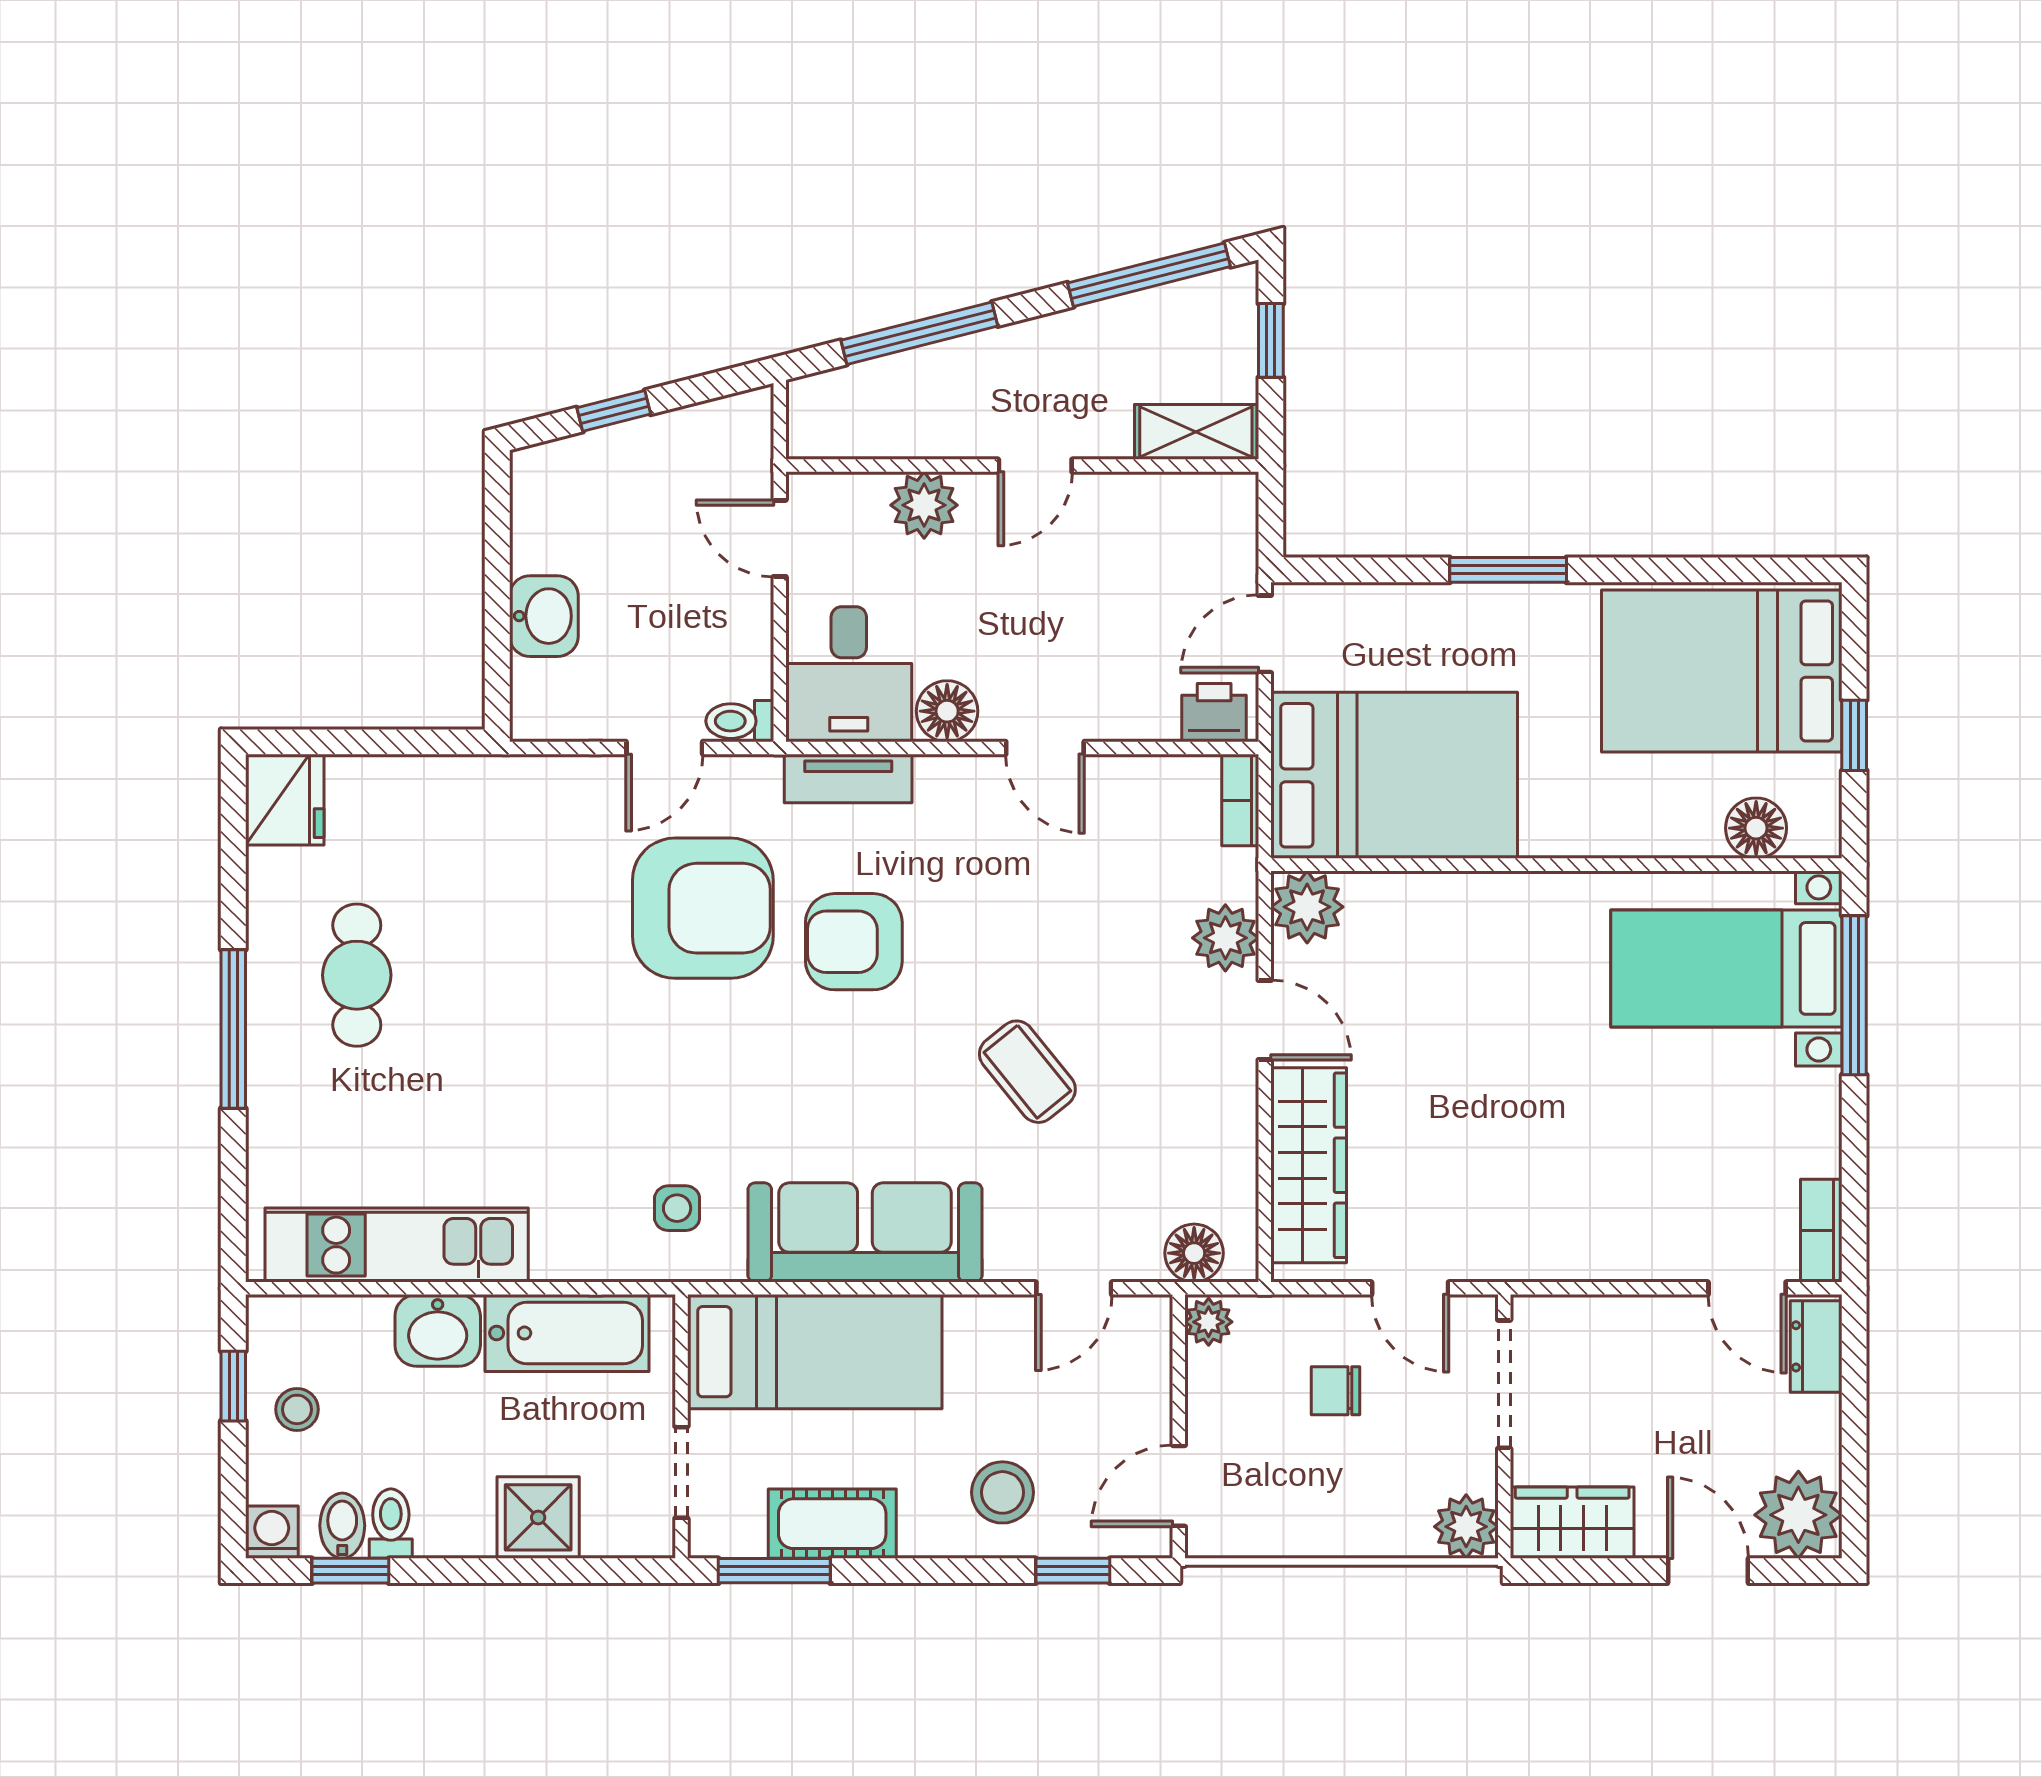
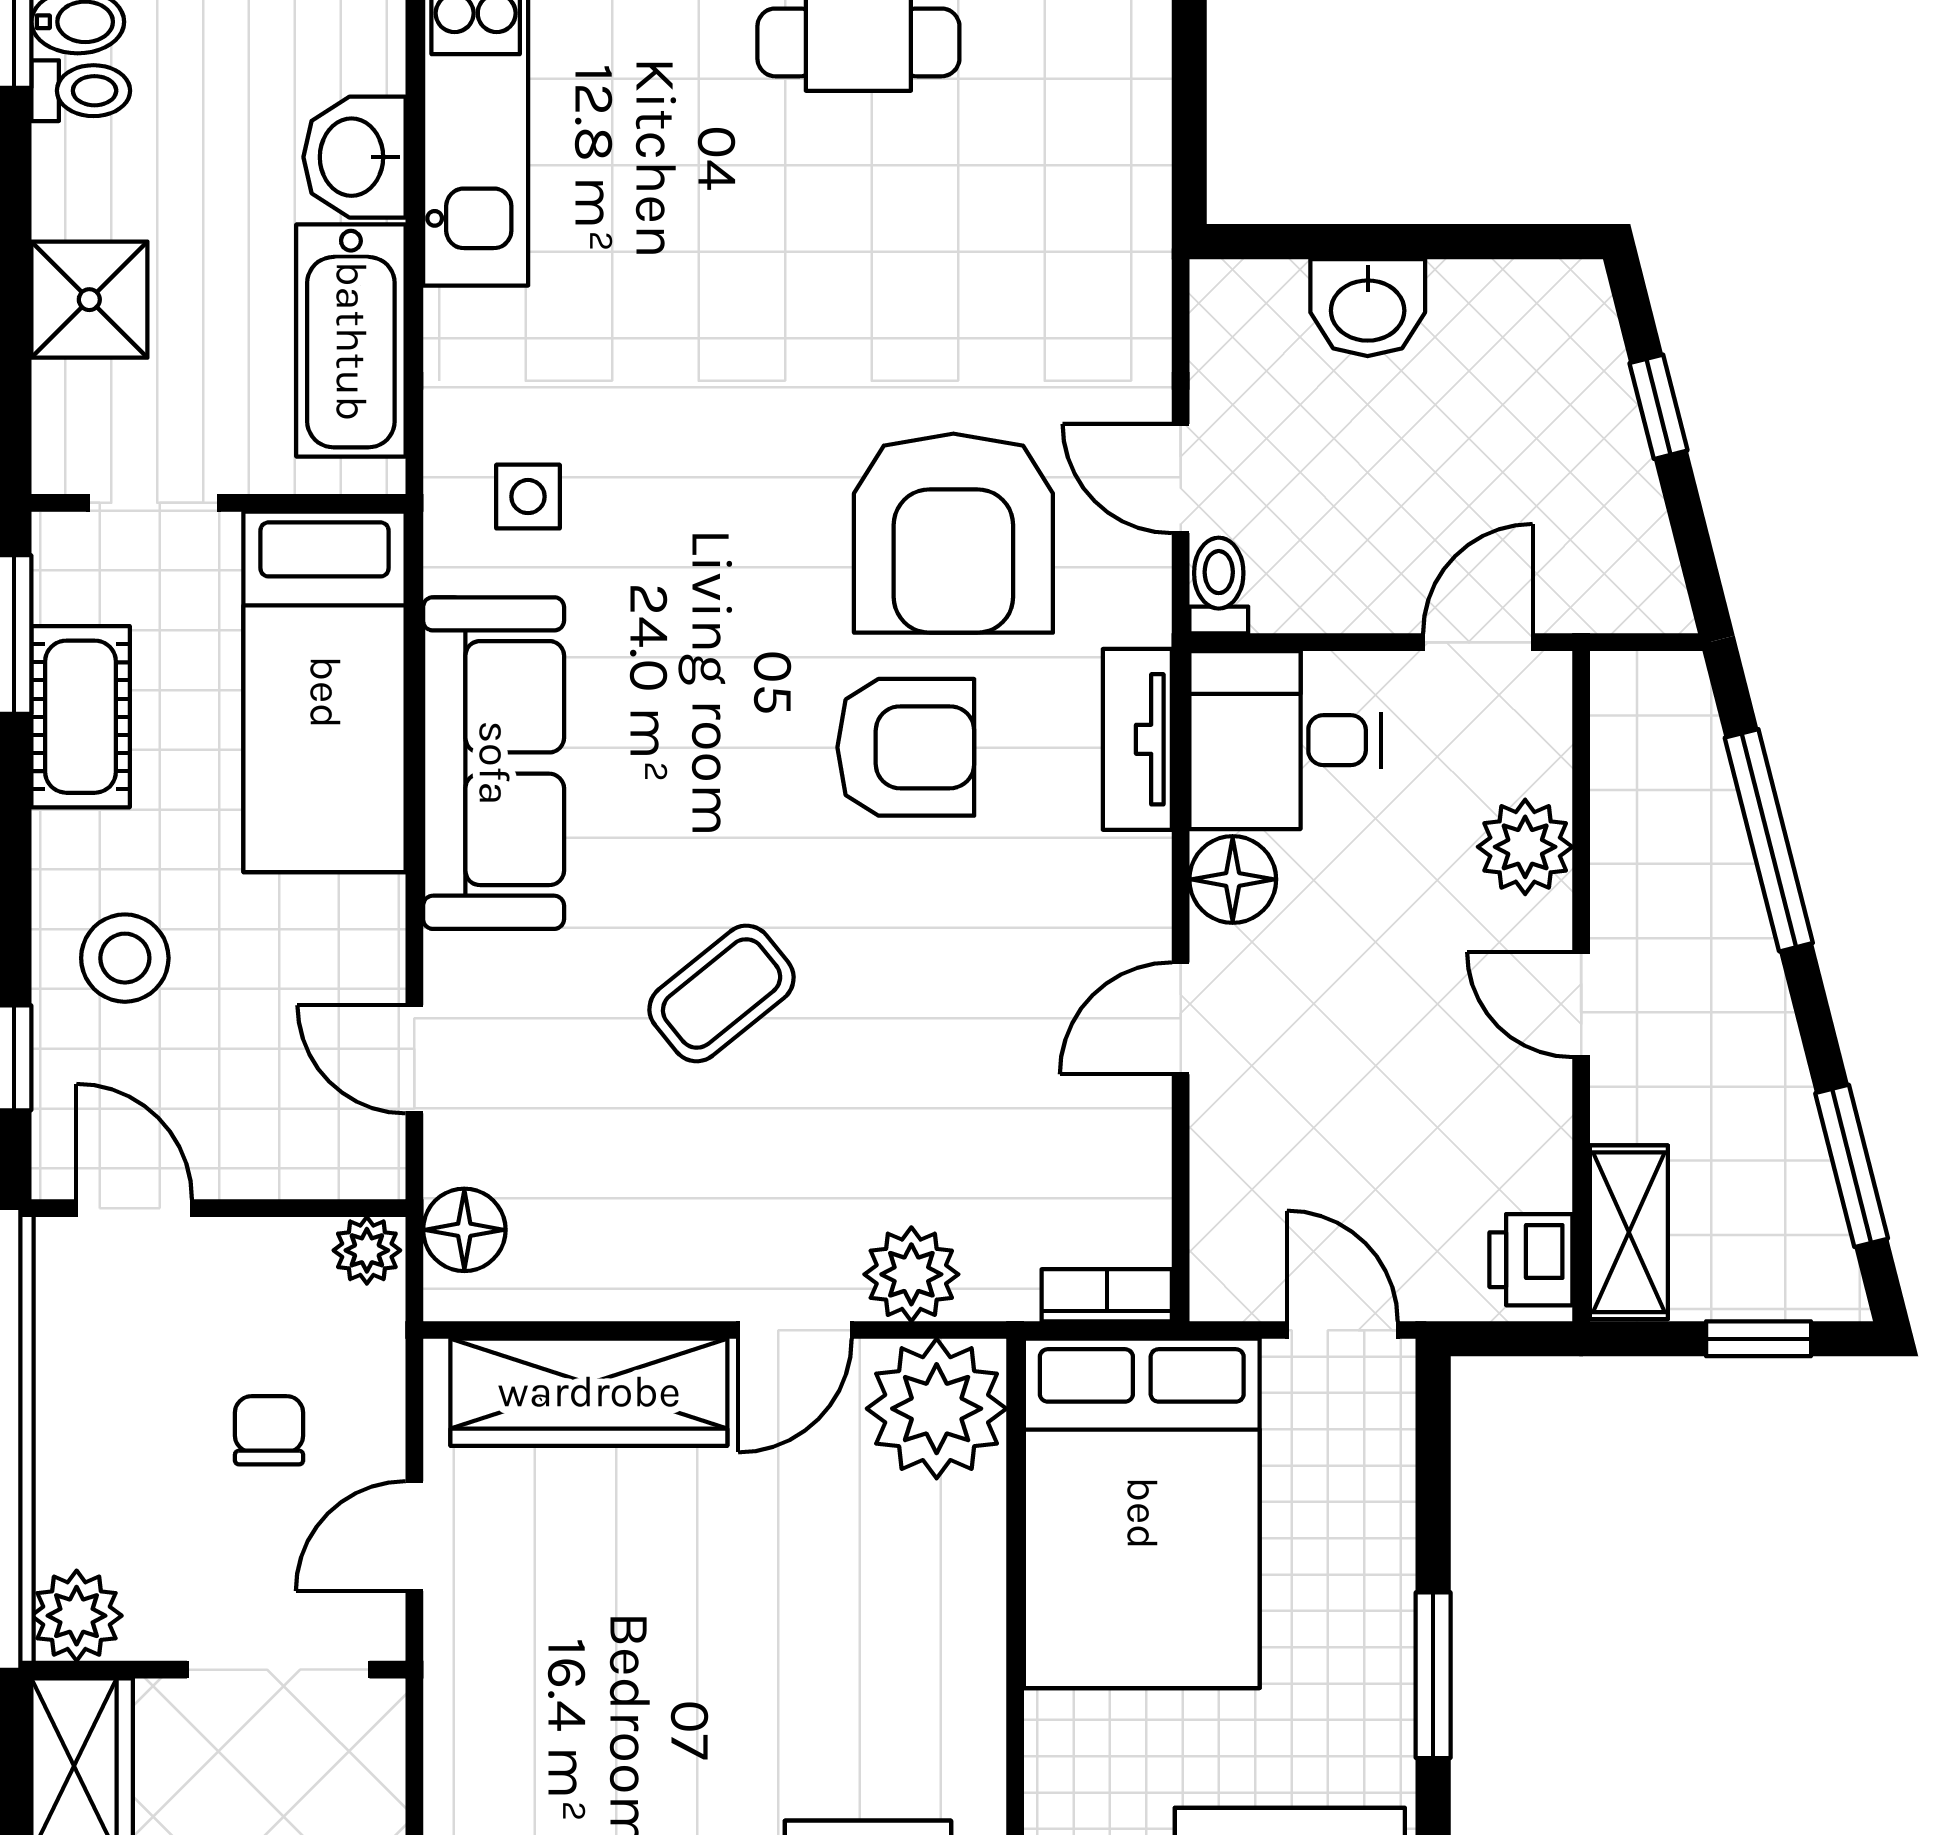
window: (1149, 275) -> (1852, 1166), width x0.69
printer: (1214, 713) -> (1531, 1260), moved, turned 180
plant: (1307, 907) -> (937, 1409), width x1.36, depth x1.36
armchair: (854, 942) -> (906, 747), turned 90

